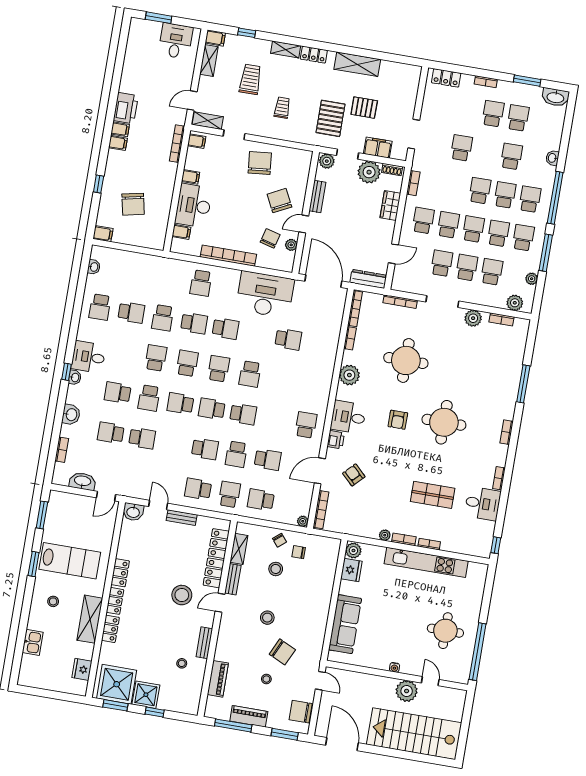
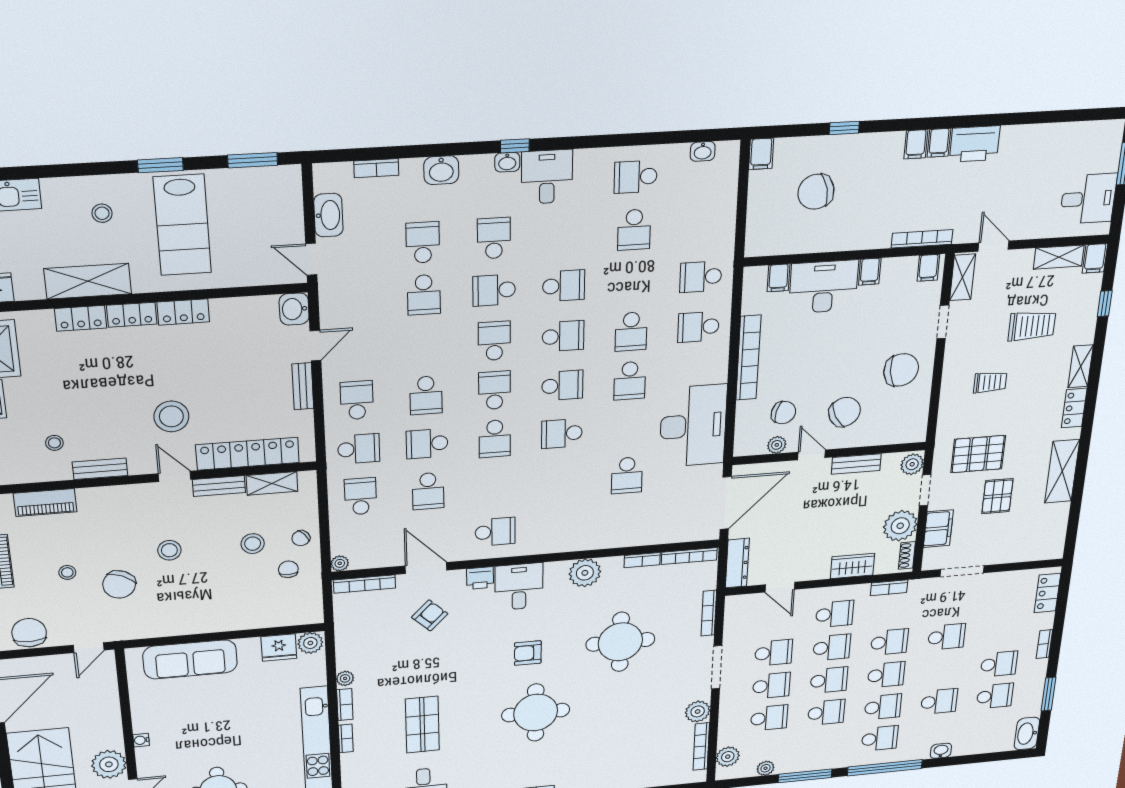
school desk: (523, 238) -> (889, 642), moved
school desk: (163, 318) -> (701, 277), moved
bookcase: (501, 319) -> (701, 747), width x1.56

